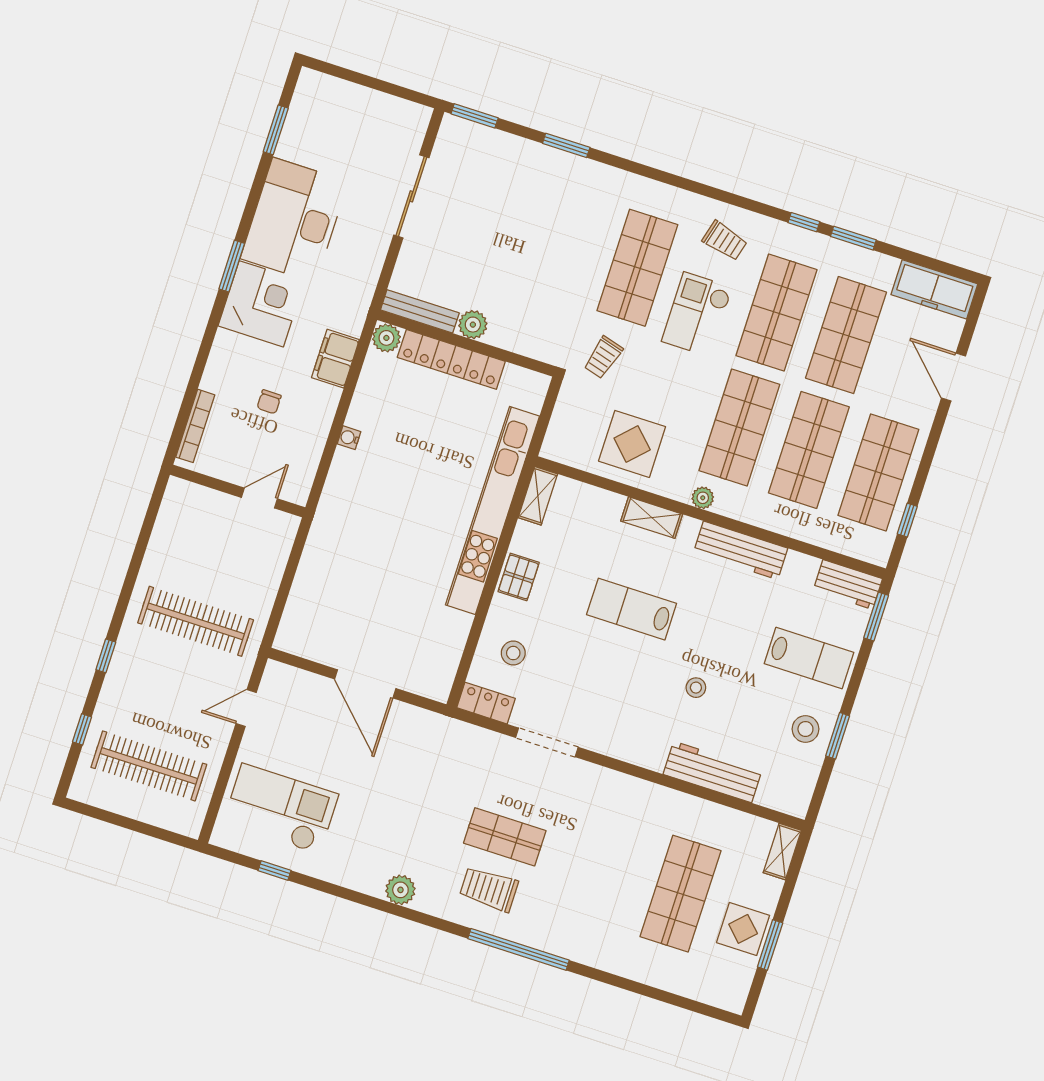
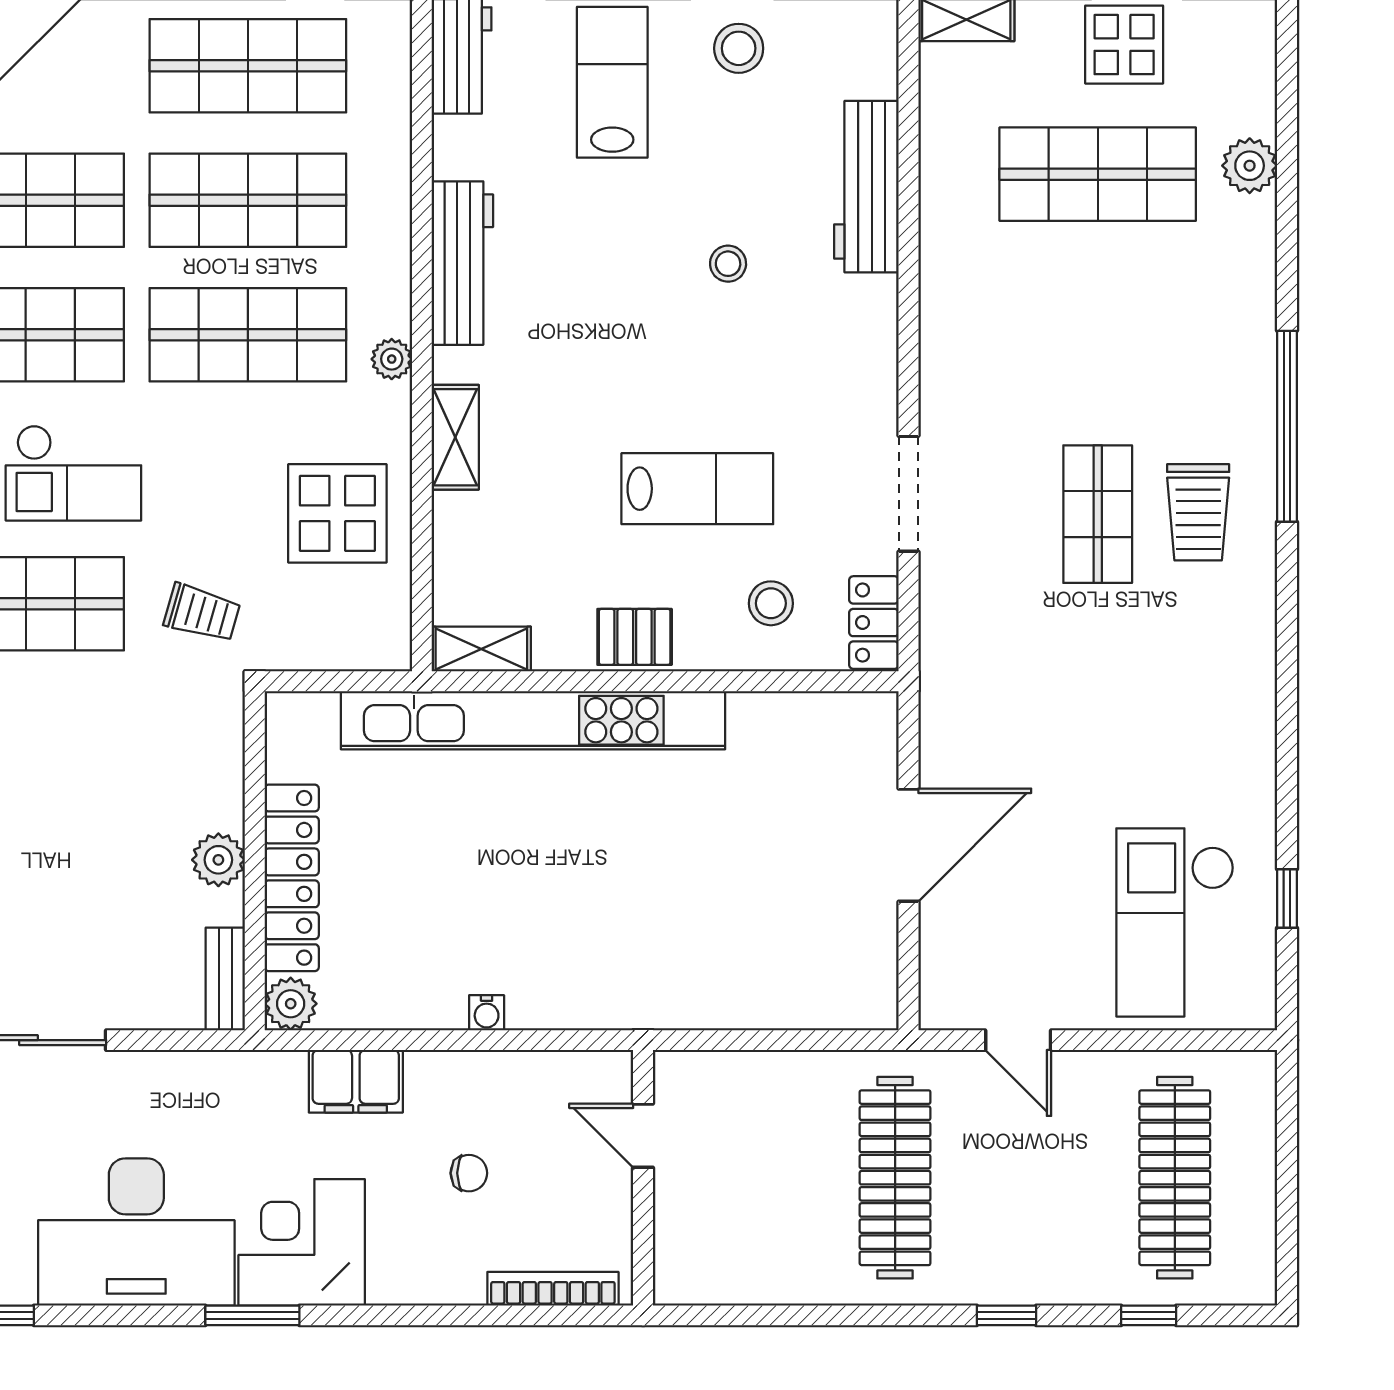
bench: (420, 311) -> (225, 979), width x0.73
lab bench: (632, 609) -> (697, 489), moved, turned -90
plant: (400, 890) -> (1250, 166), moved

